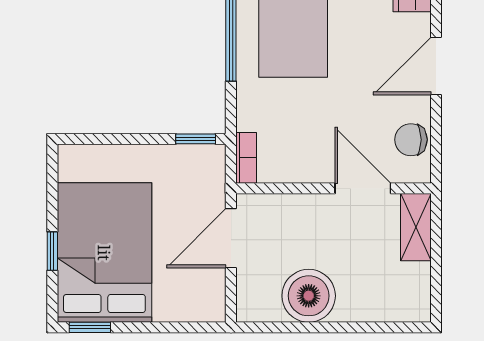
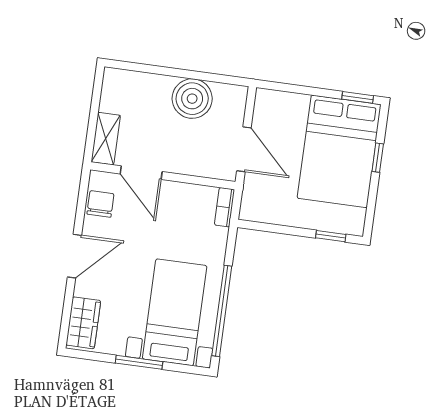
window: (196, 139) -> (331, 236), moved
chair: (411, 140) -> (100, 204), turned -90
door: (231, 238) -> (244, 149), hinge flipped

